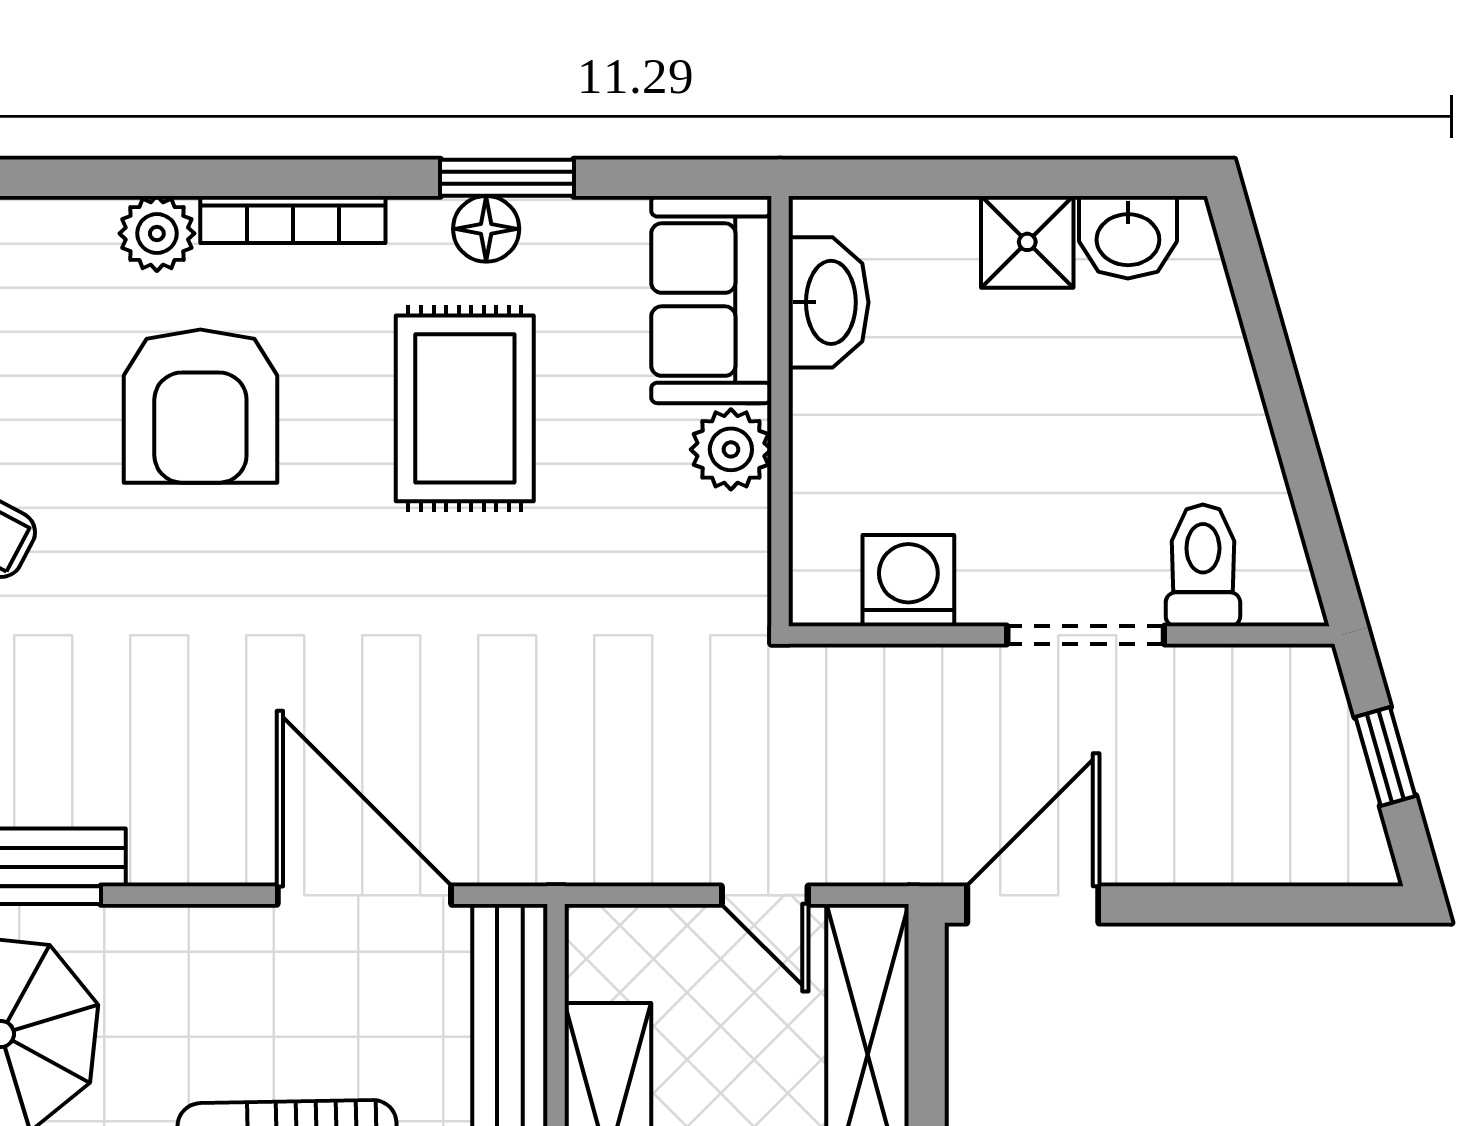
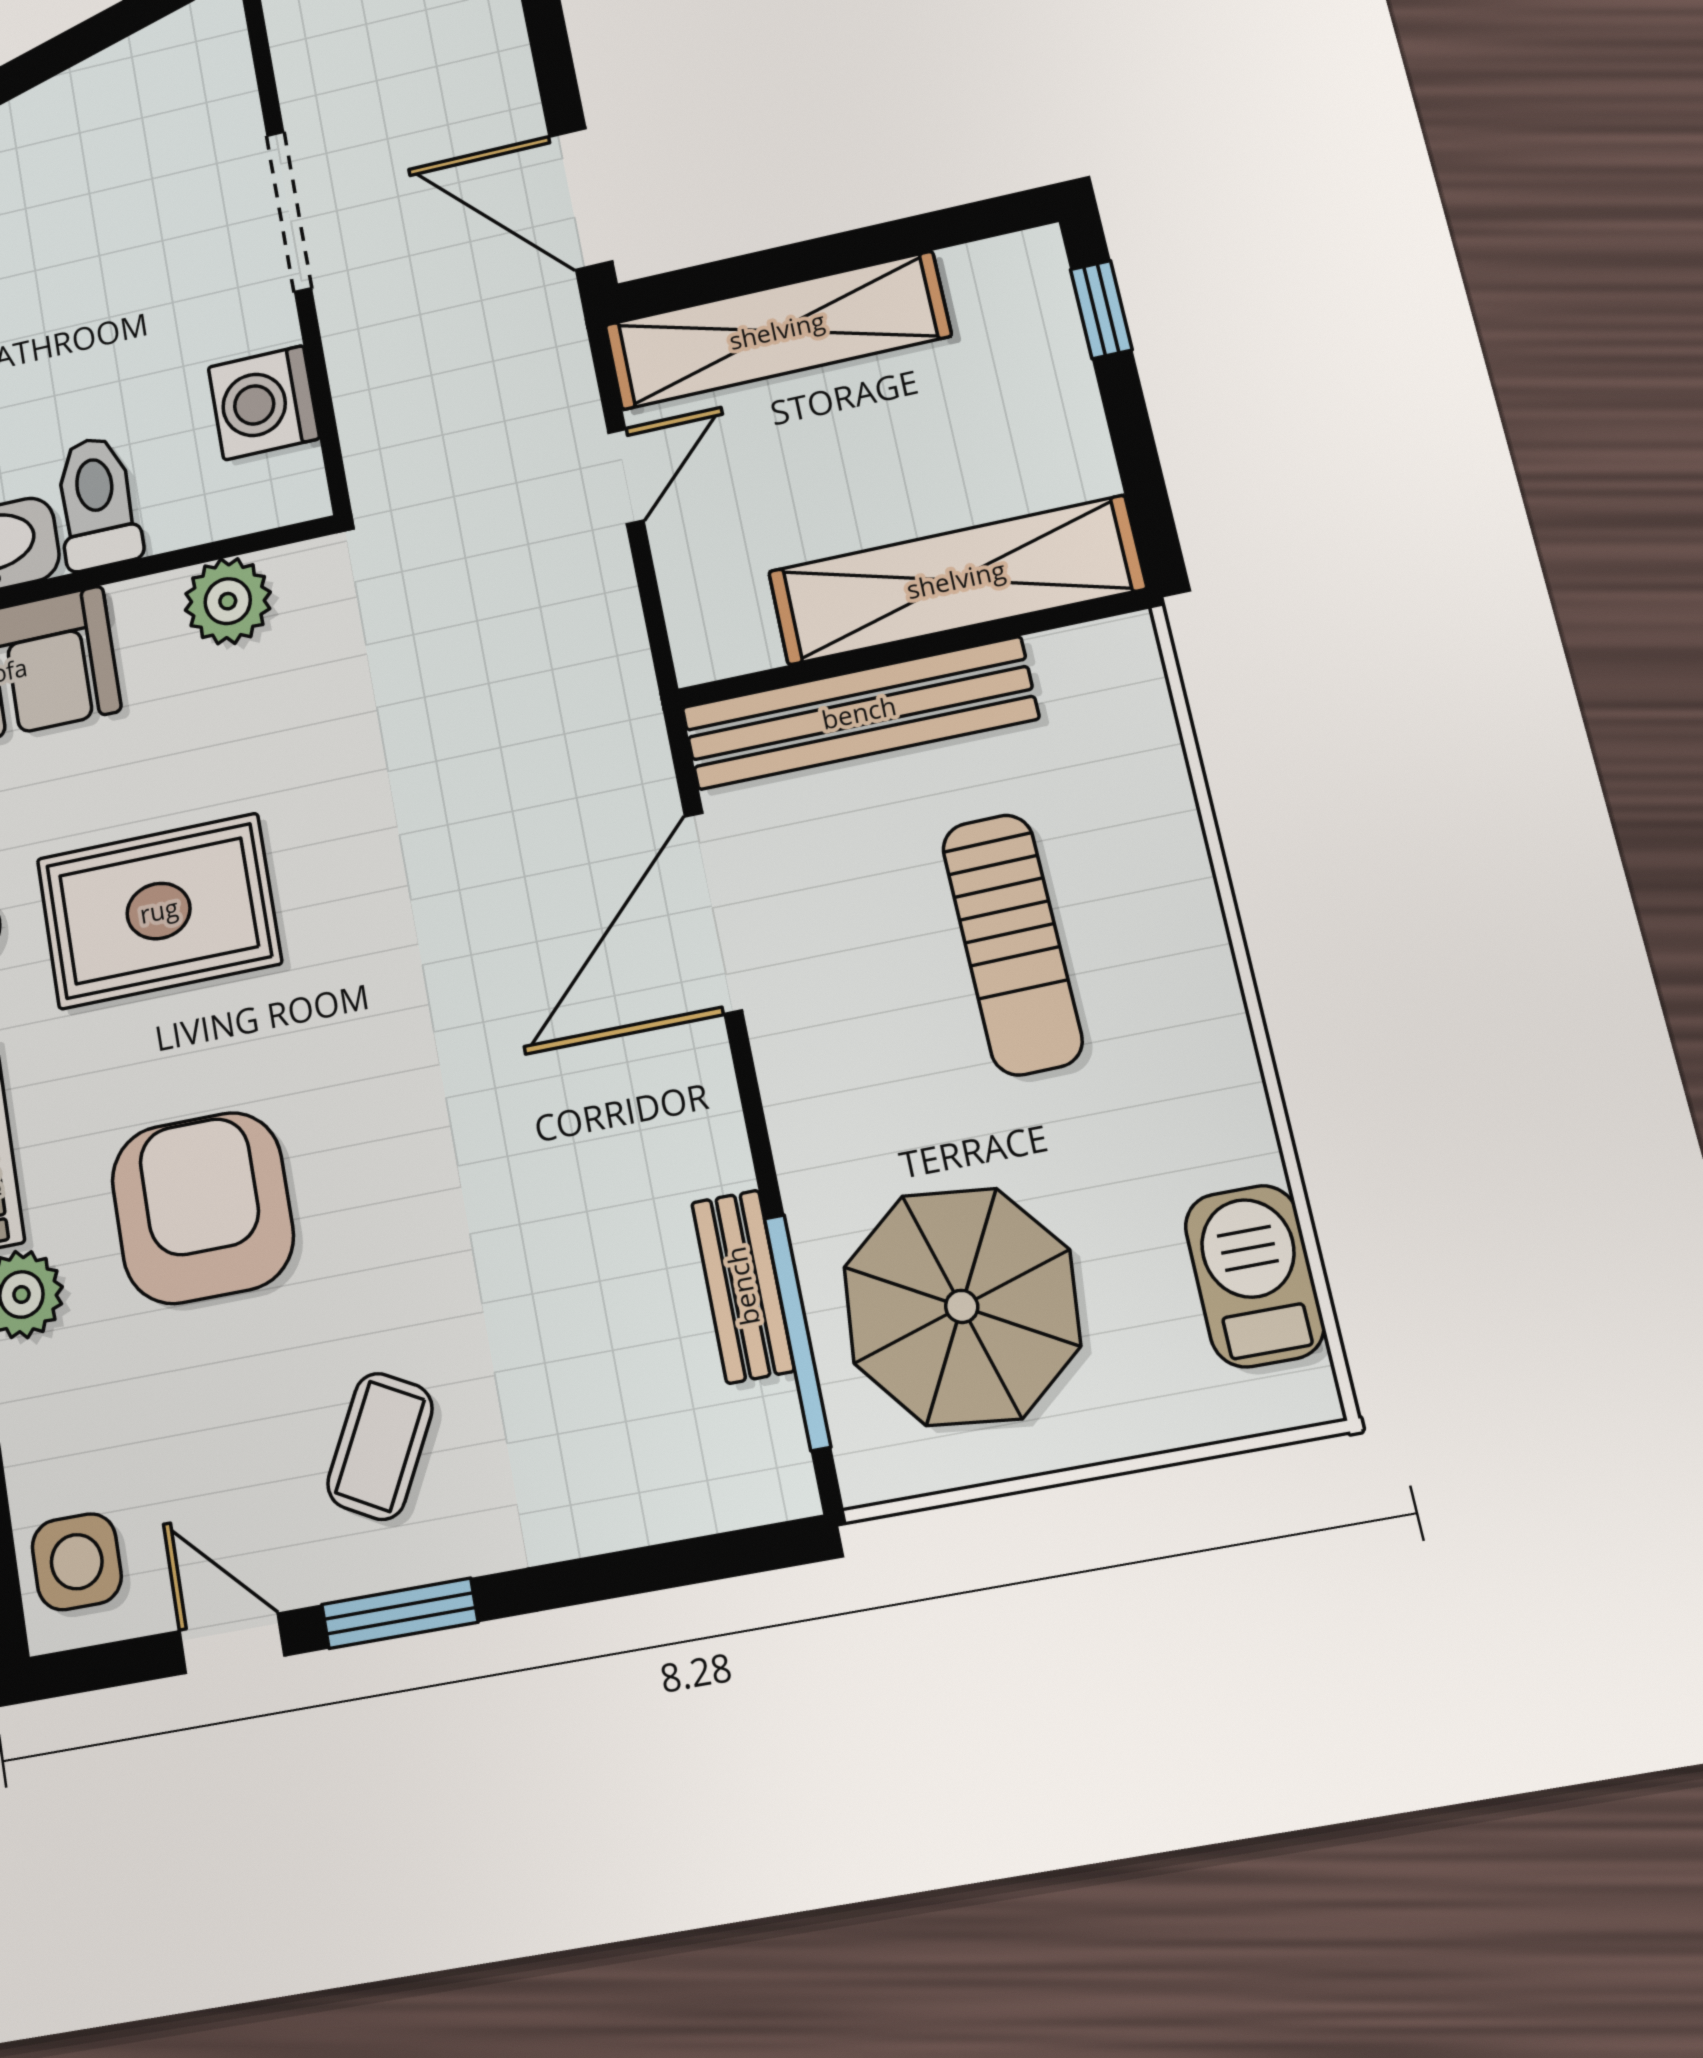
armchair: (200, 406) -> (202, 1208), turned -90
plant: (731, 449) -> (228, 601), moved
toilet: (1203, 565) -> (97, 503), moved, turned 90

